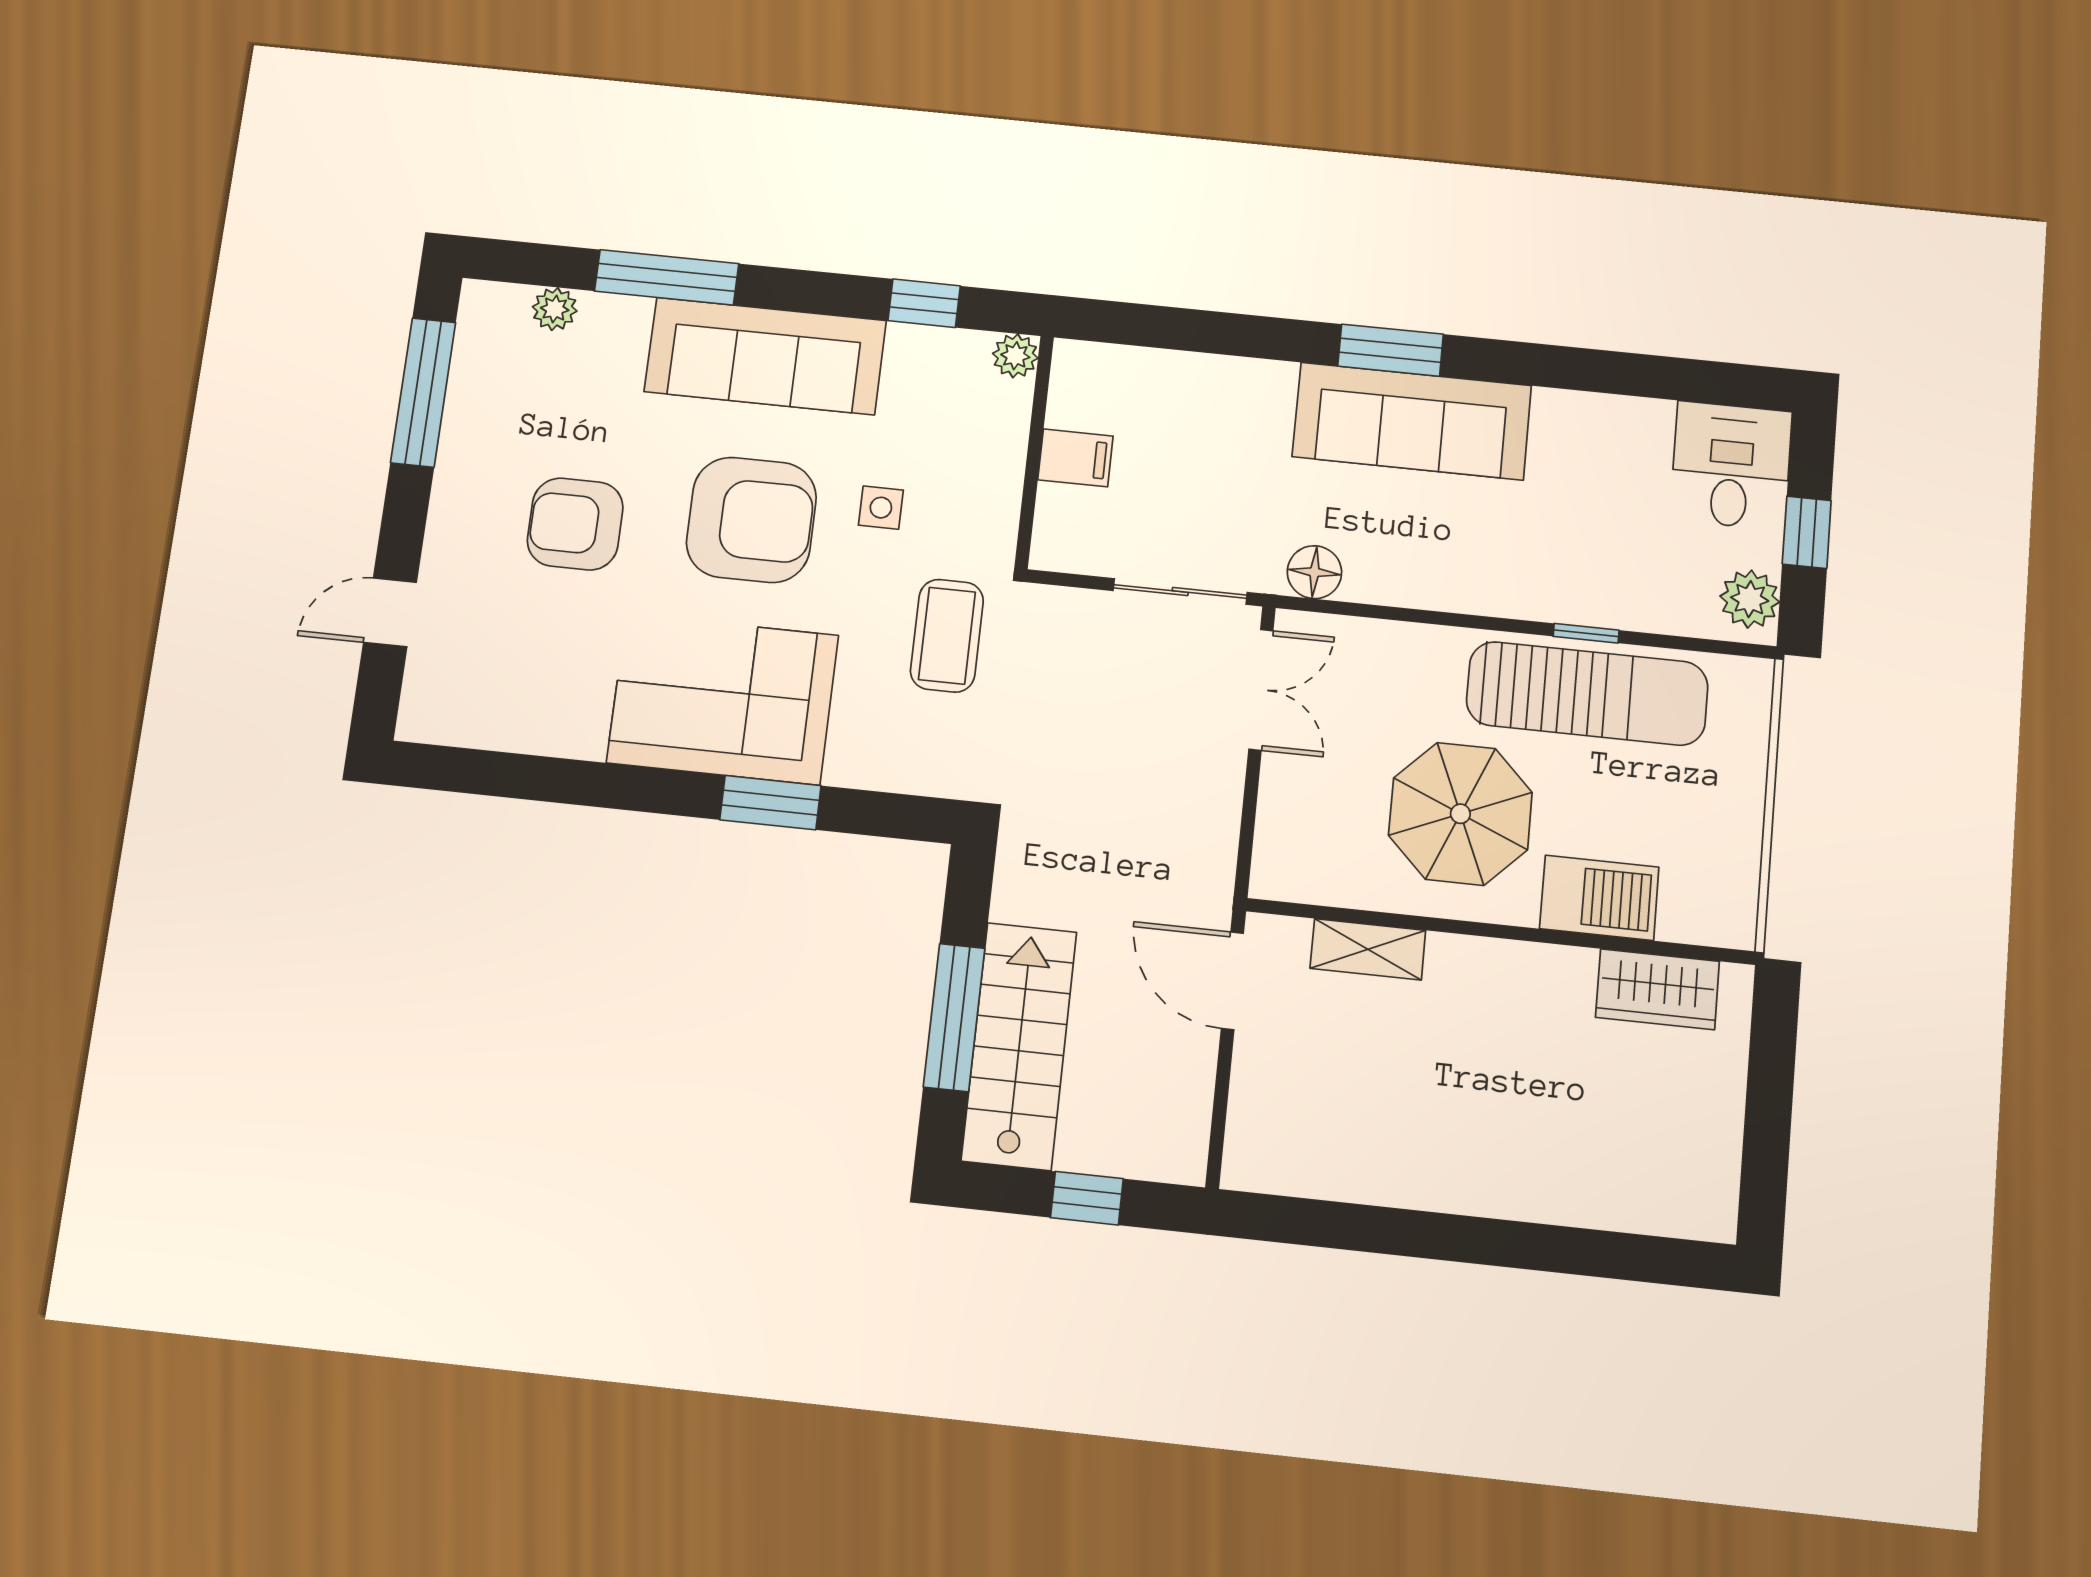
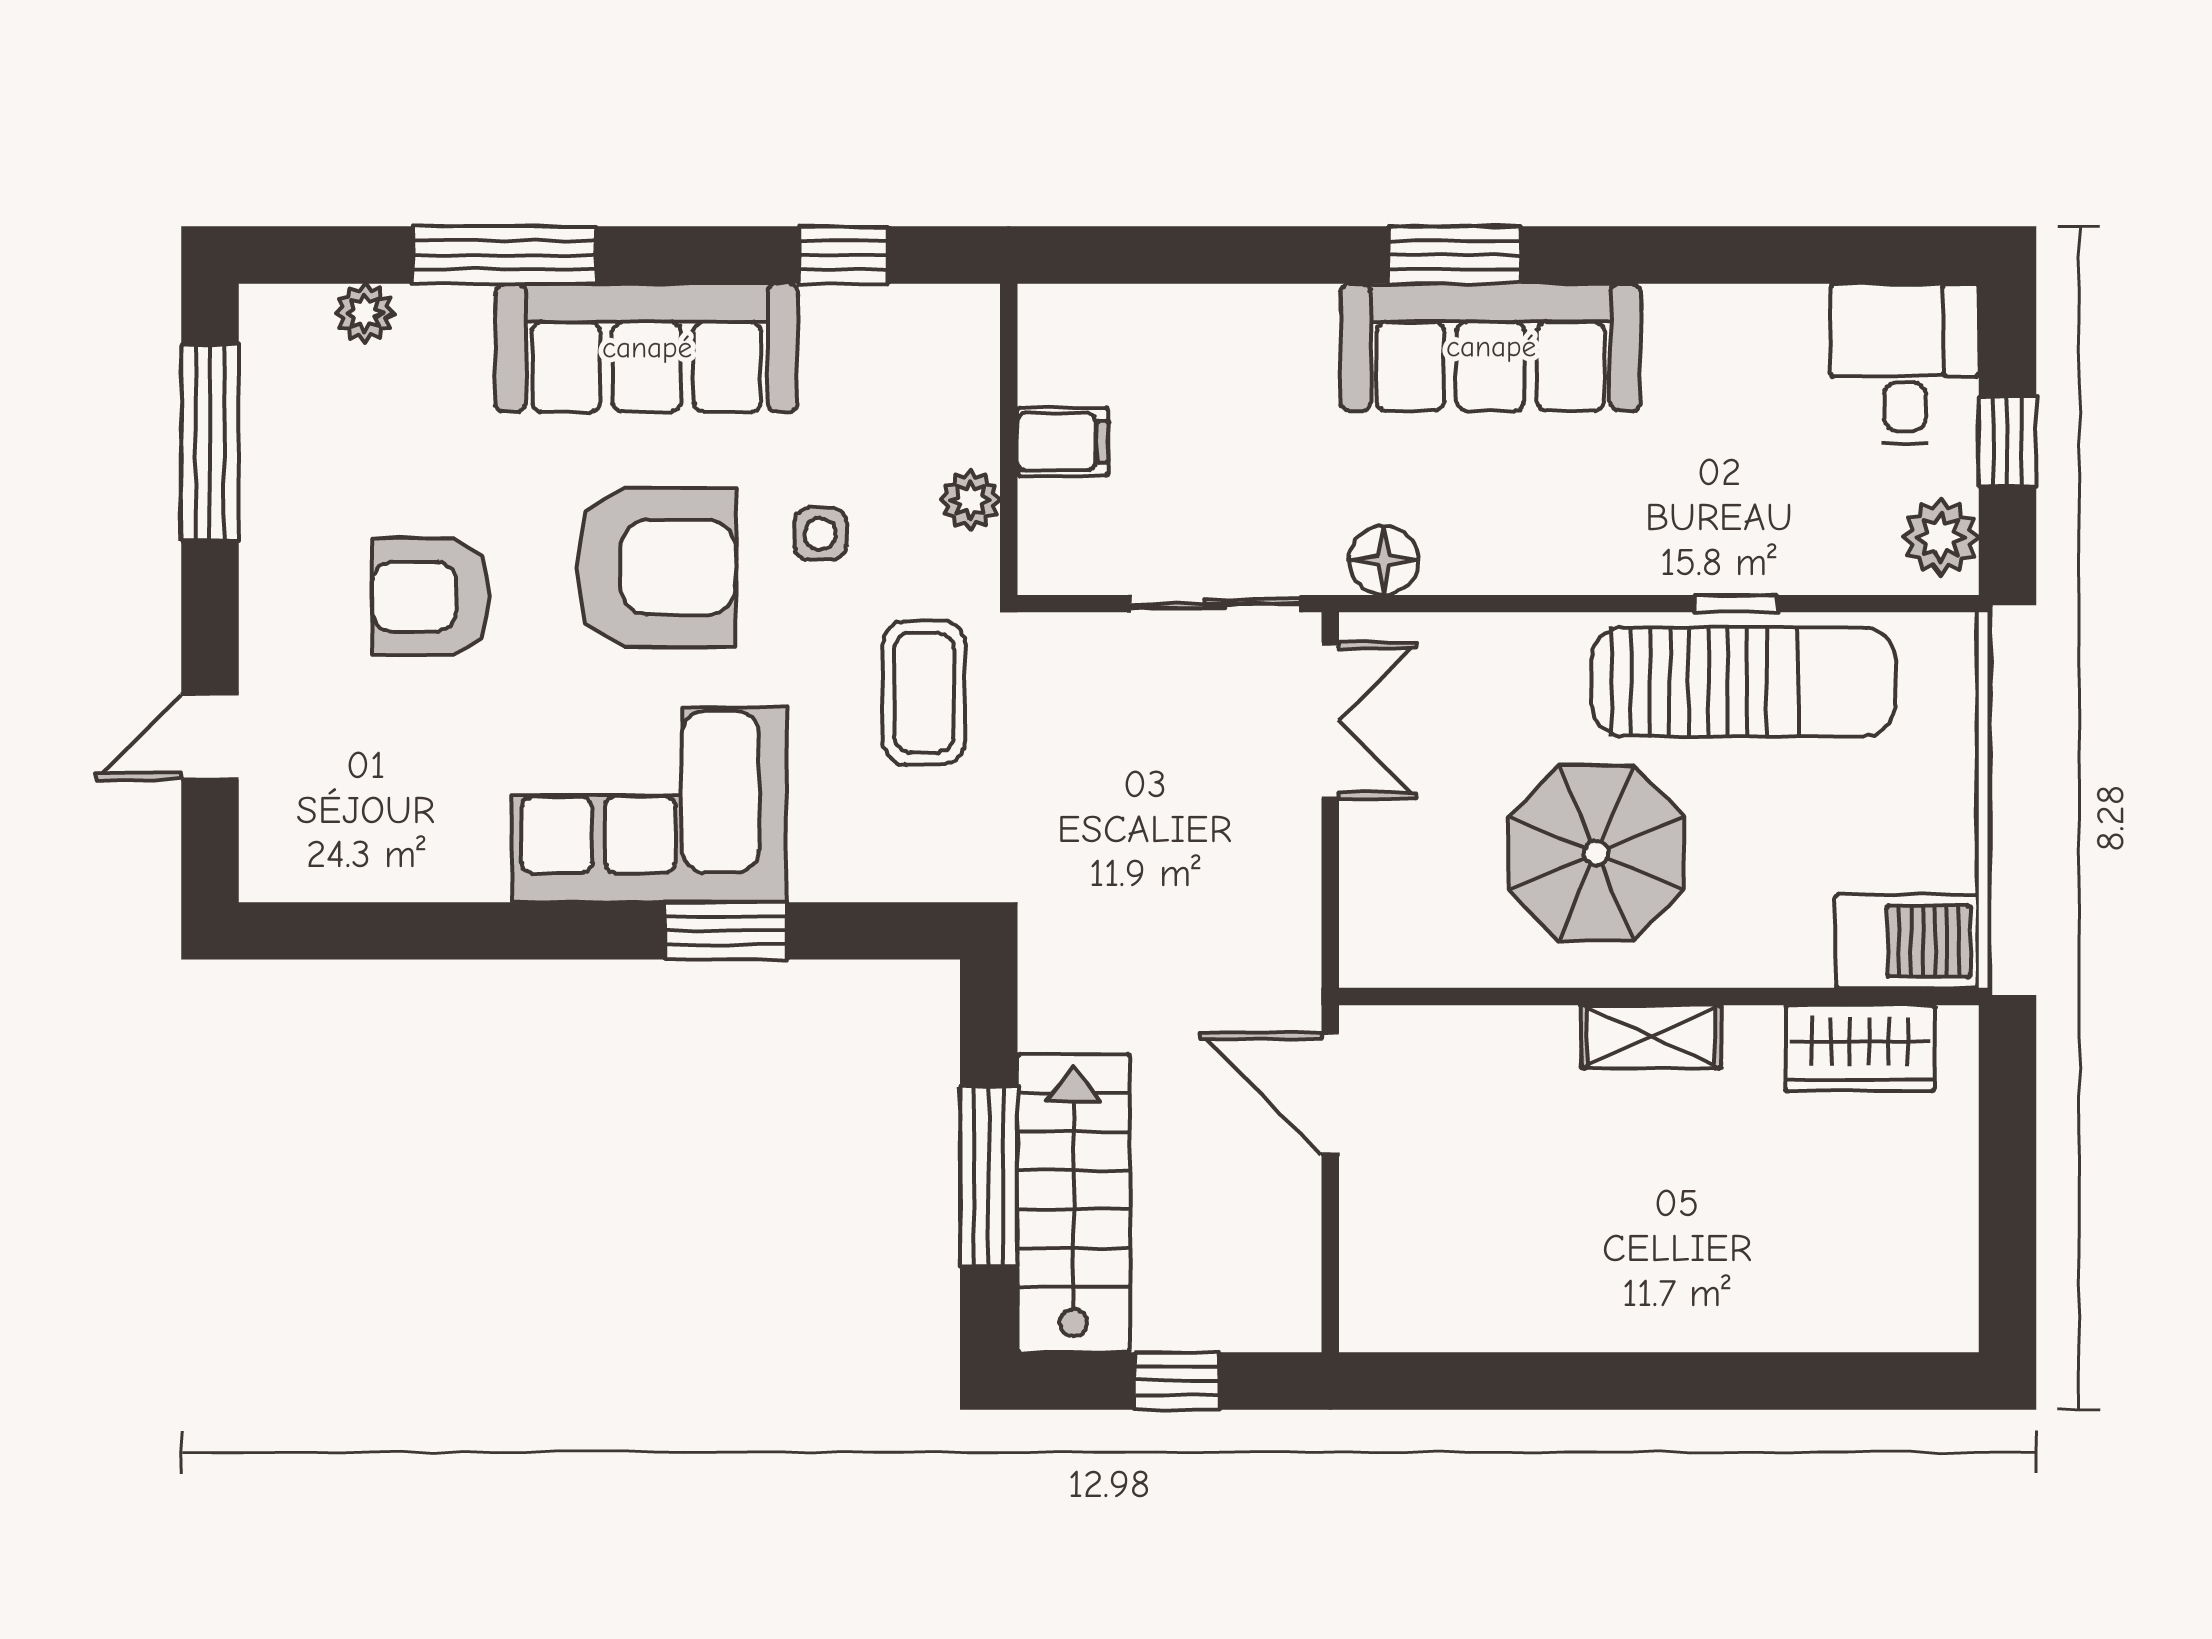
plant: (1015, 356) -> (970, 500), moved
barbecue: (1599, 898) -> (1907, 941), moved
shelving: (1368, 949) -> (1651, 1037), moved

